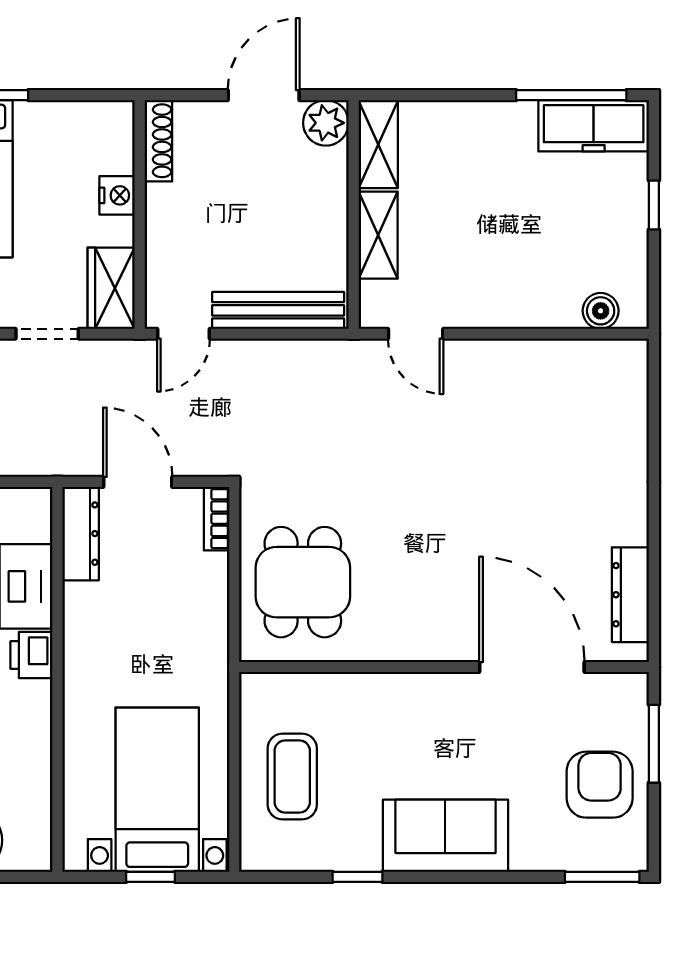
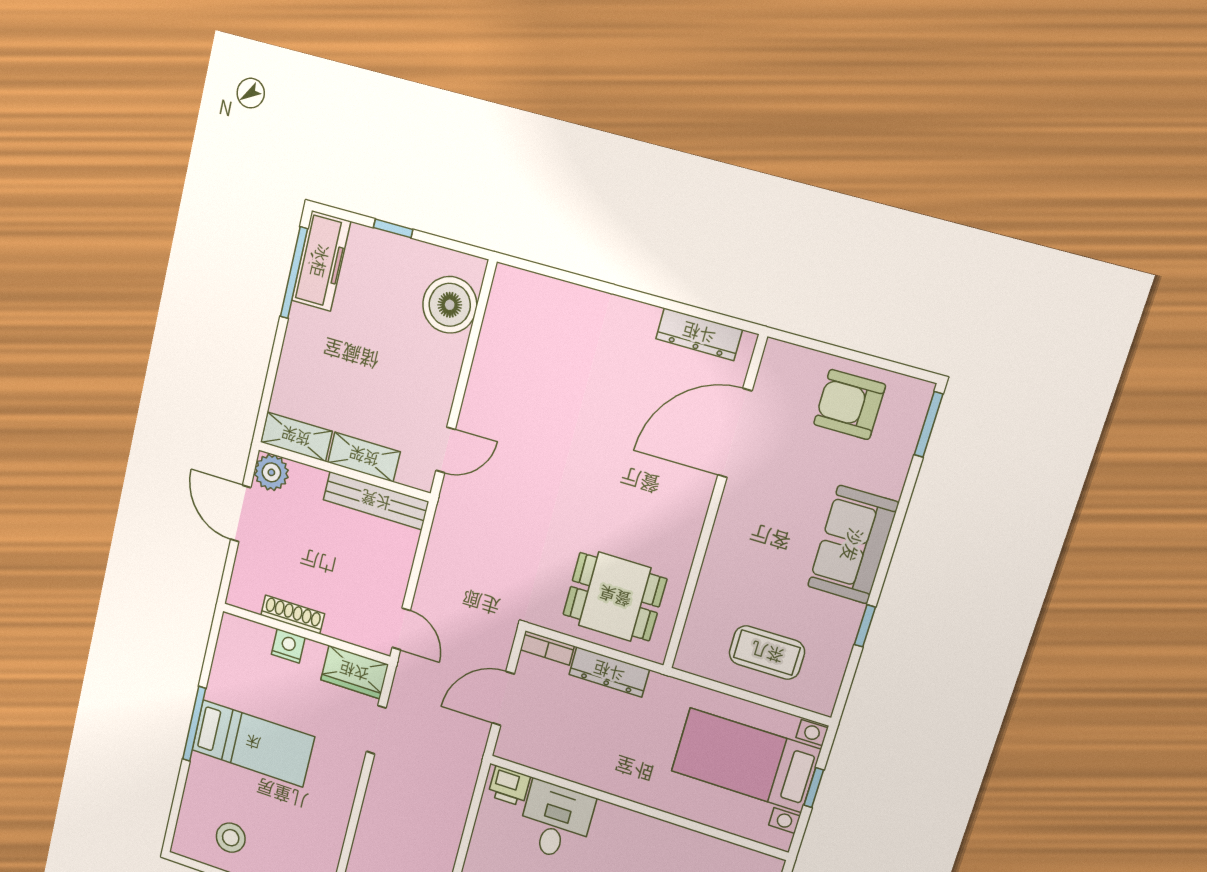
shoe rack: (158, 141) -> (293, 614), moved
bench: (278, 310) -> (376, 501), moved, turned 90
boiler: (601, 311) -> (450, 305), width x1.86, depth x1.86
dresser: (81, 534) -> (609, 672), moved, turned 180
printer: (31, 655) -> (509, 786), moved
window: (654, 744) -> (829, 349), removed

